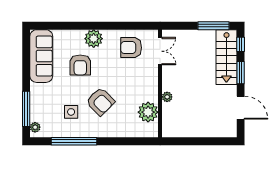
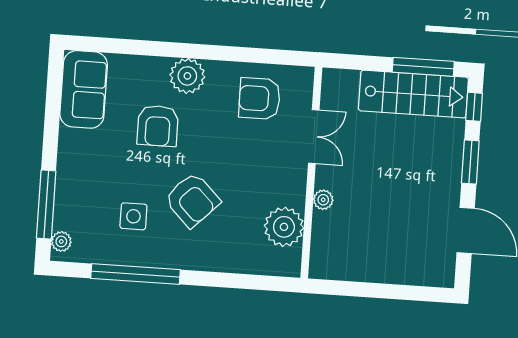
double door: (160, 51) -> (314, 137), moved
sofa: (41, 56) -> (84, 89), width x0.73
stairs: (226, 57) -> (413, 94), moved, turned -90

